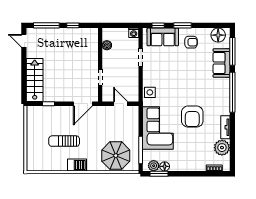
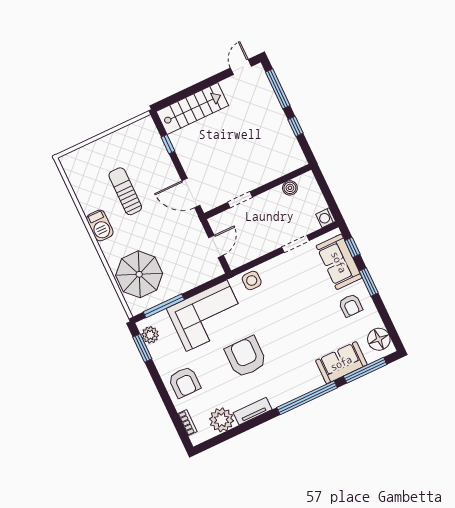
armchair: (192, 117) -> (246, 357), turned 90
armchair: (190, 159) -> (184, 382), added
floor lamp: (165, 166) -> (156, 351), removed

